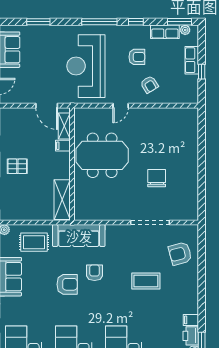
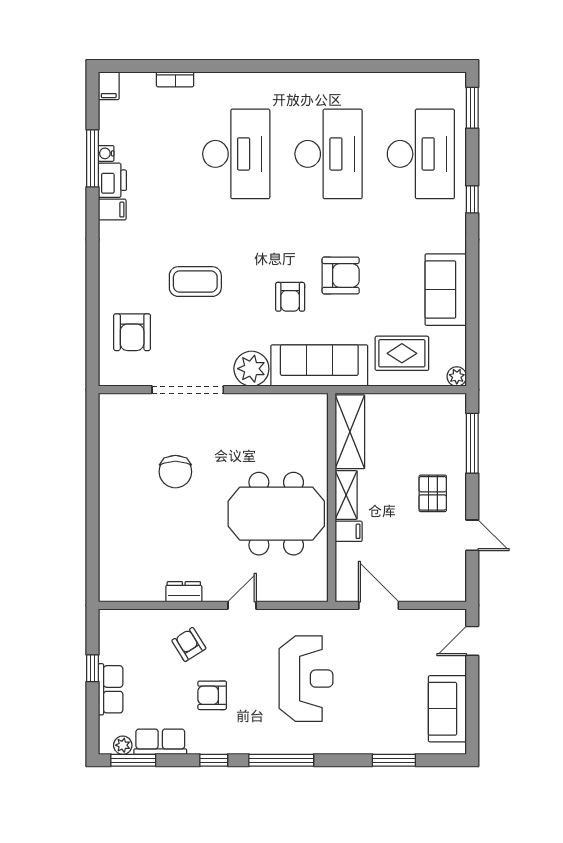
reception desk: (86, 66) -> (306, 679), width x0.74, depth x0.77
dresser: (152, 113) -> (184, 592), added
shelving: (64, 126) -> (346, 495), moved
pallet: (17, 166) -> (433, 493), turned 90
plant: (115, 234) -> (251, 369), added
armchair: (180, 254) -> (132, 332), turned 105
armchair: (67, 284) -> (341, 275), turned 180

